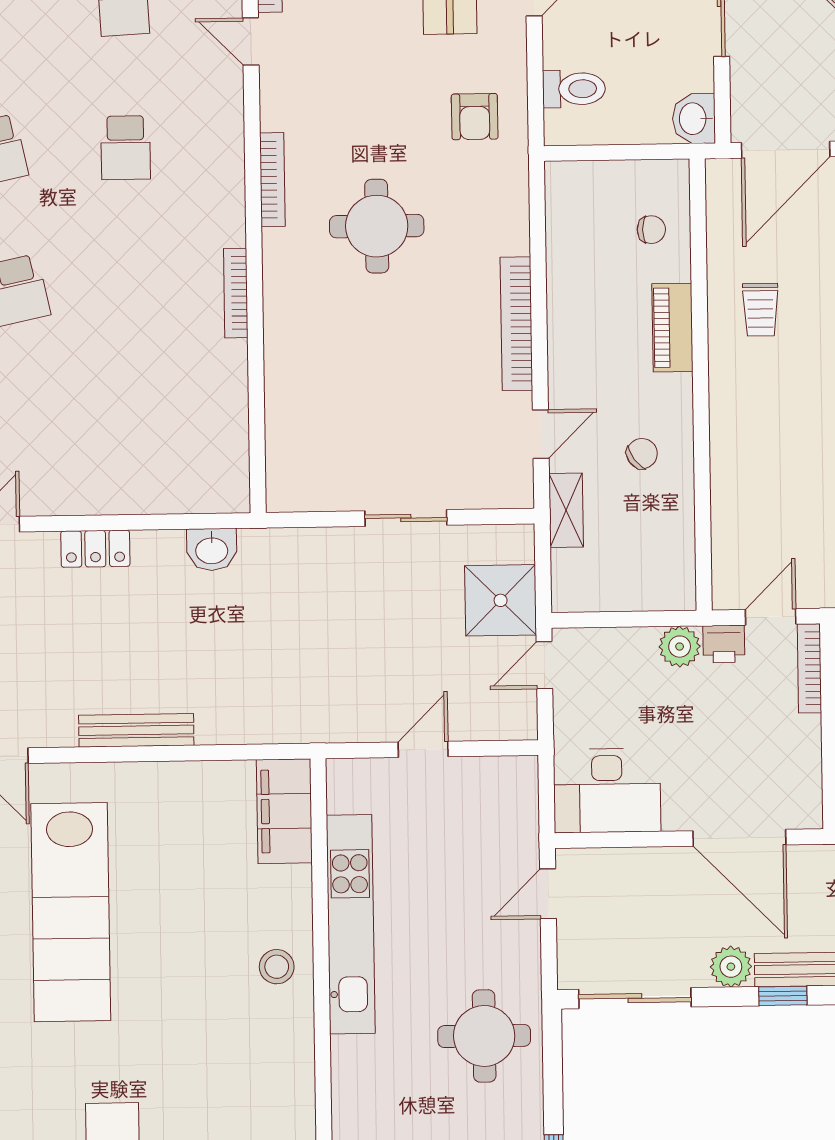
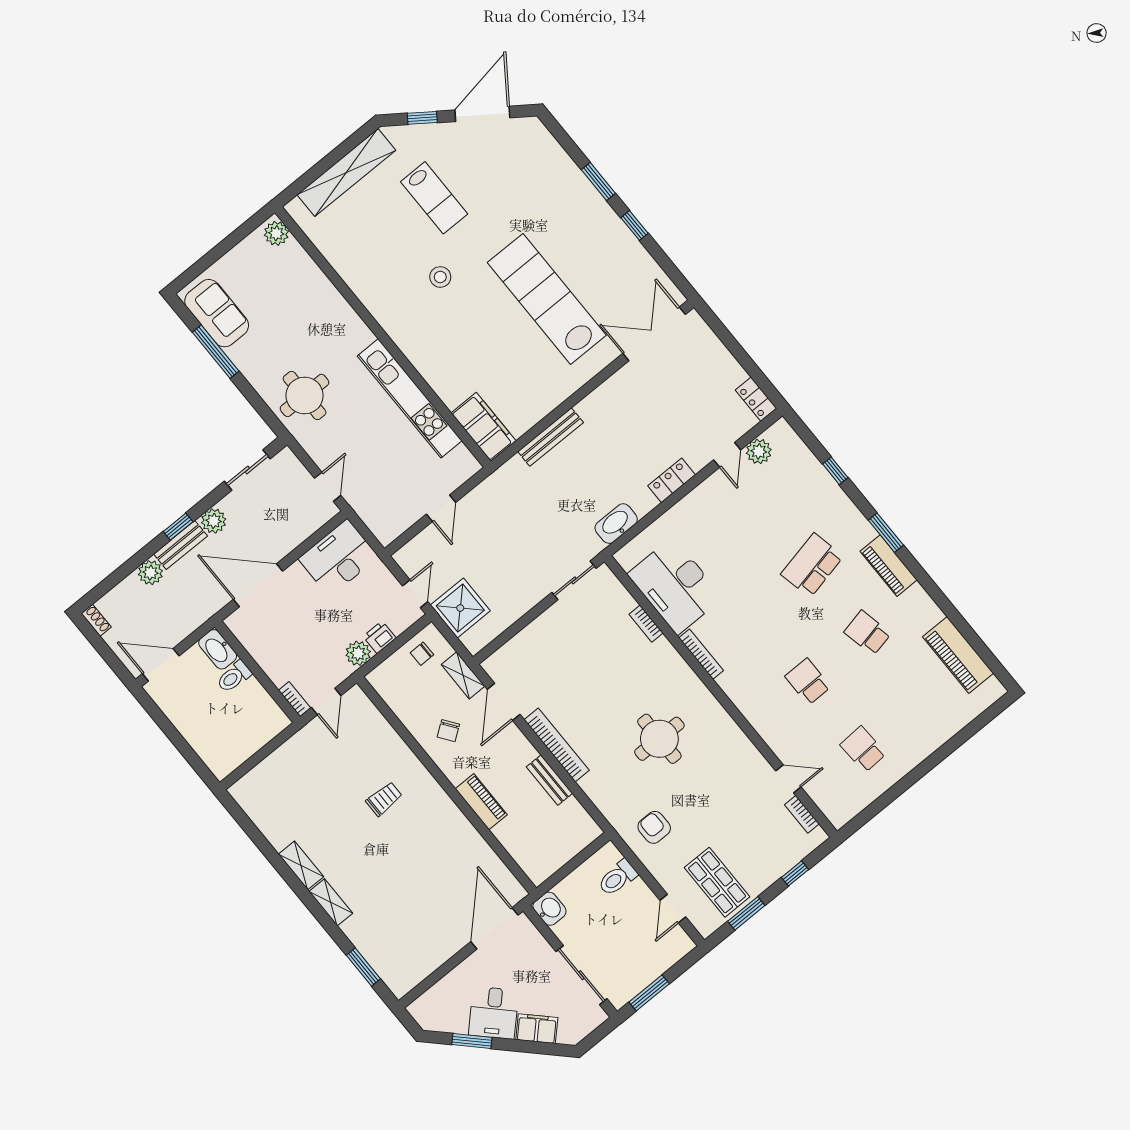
bookcase: (272, 180) -> (646, 624), moved, width x0.64
chair: (651, 230) -> (422, 654), moved
bench: (562, 286) -> (549, 780), added
trolley: (760, 310) -> (384, 799), moved, turned 90
desk: (199, 408) -> (675, 586), added
door: (541, 434) -> (504, 702), width x1.38
sliding door: (406, 518) -> (574, 580), moved
washbasin: (212, 550) -> (616, 524), width x1.38
printer: (724, 644) -> (380, 637), moved
bookcase: (809, 668) -> (295, 699), width x0.64
bench: (136, 730) -> (551, 437), moved
stool: (277, 967) -> (440, 277), moved
sliding door: (635, 998) -> (247, 470), width x0.73

